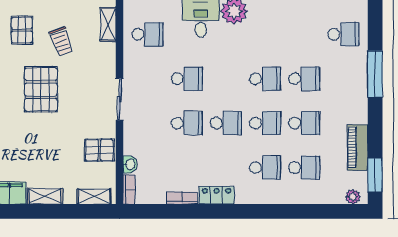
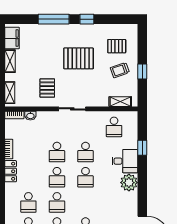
trolley: (61, 42) -> (120, 70), moved
school desk: (265, 79) -> (85, 177), moved
pallet: (99, 150) -> (47, 88), moved

